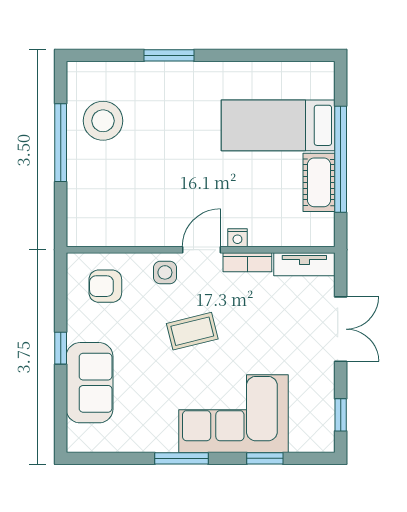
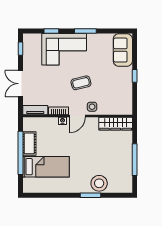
stool: (103, 121) -> (99, 183), moved
wardrobe: (107, 231) -> (116, 124), added
armchair: (105, 286) -> (116, 101), removed
sofa: (90, 383) -> (123, 50), moved

